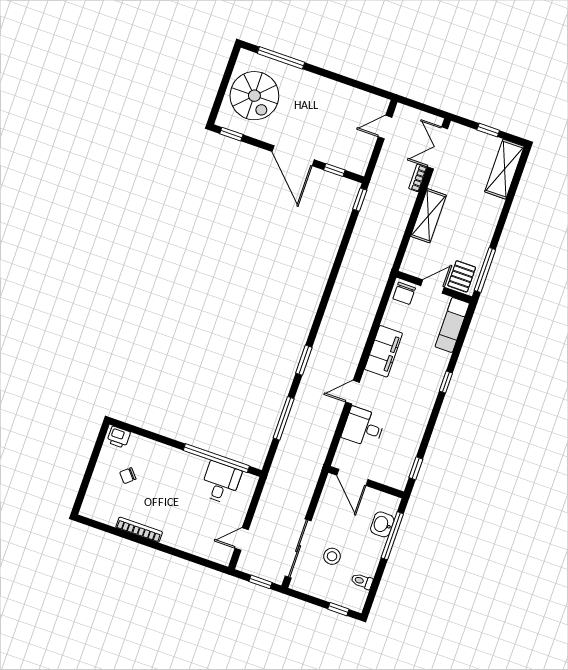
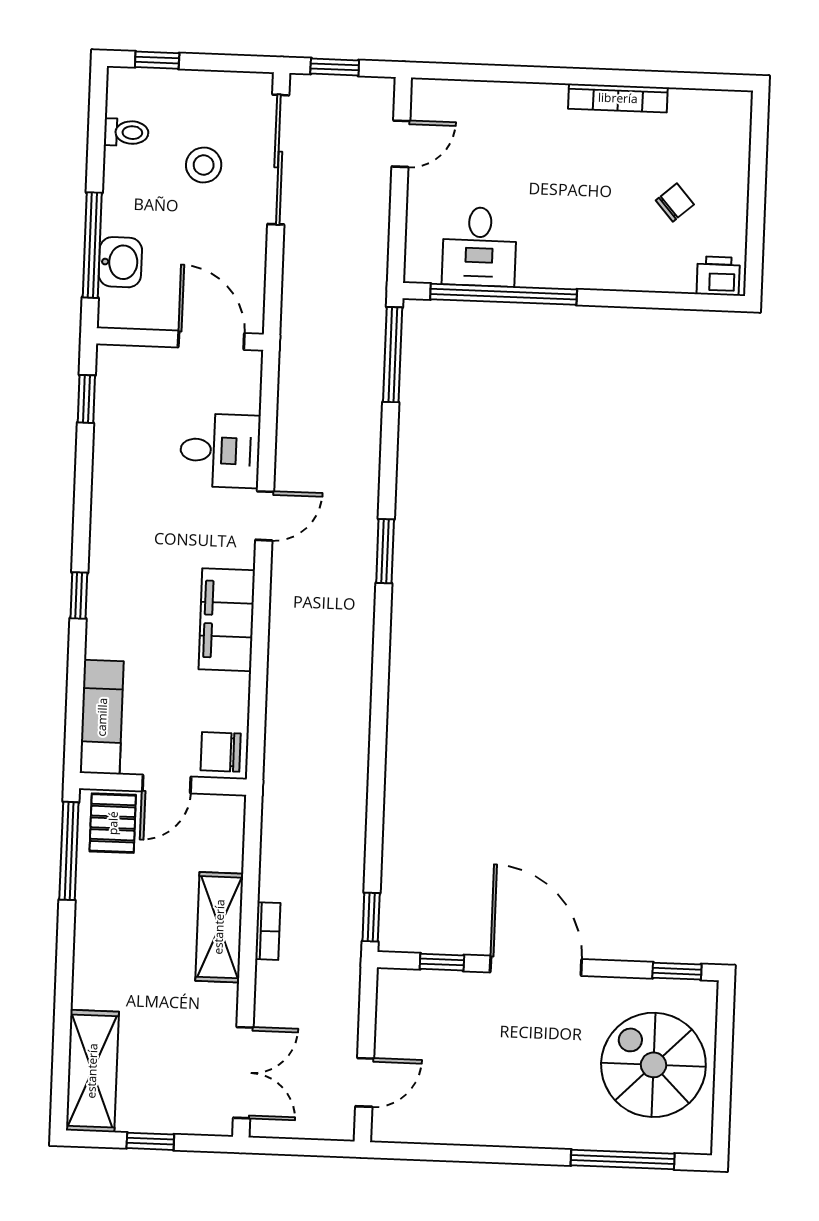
bookcase: (418, 178) -> (268, 931), moved
chair: (404, 293) -> (221, 752), turned -90
window: (284, 418) -> (393, 355), moved

